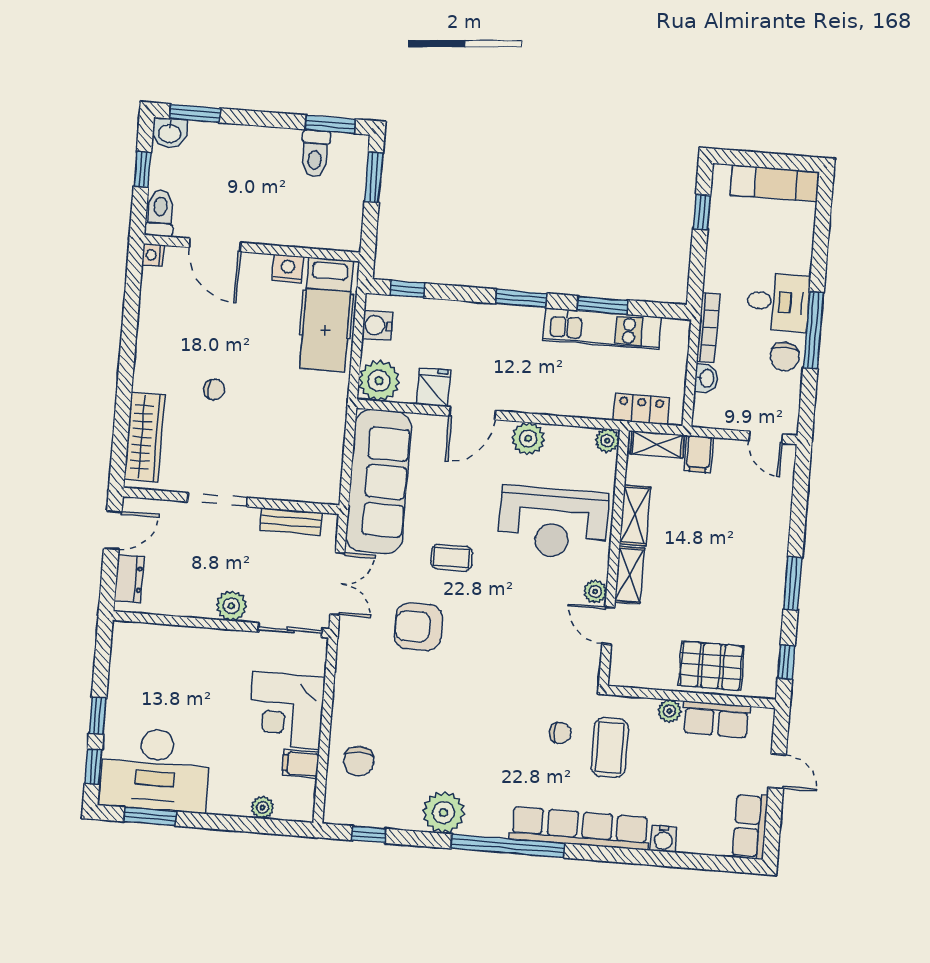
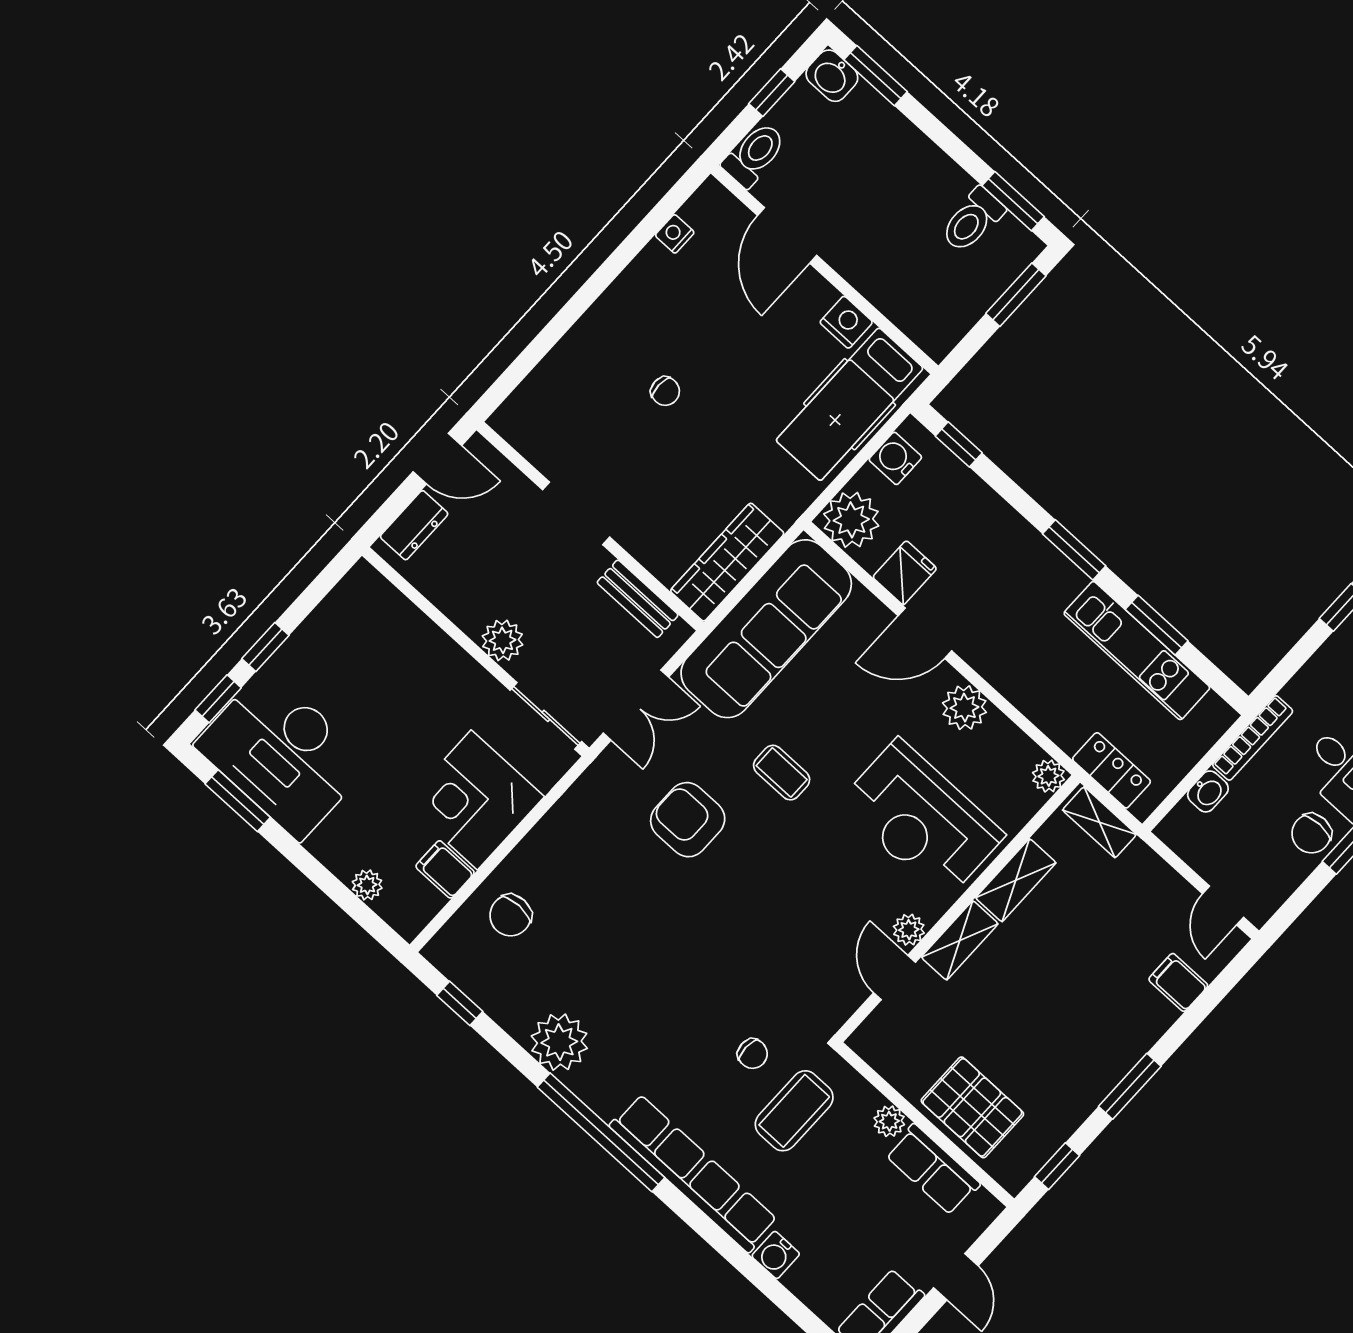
nightstand: (153, 255) -> (675, 234), moved
wardrobe: (145, 437) -> (727, 562), moved, turned 180
filing cabinet: (699, 454) -> (1178, 982), moved, turned 90

